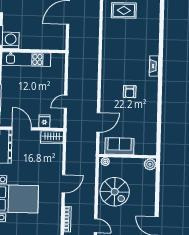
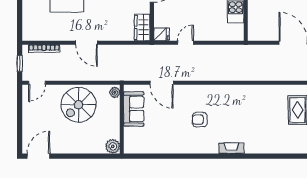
door: (66, 102) -> (186, 43), hinge flipped
fridge: (44, 121) -> (161, 34), moved

